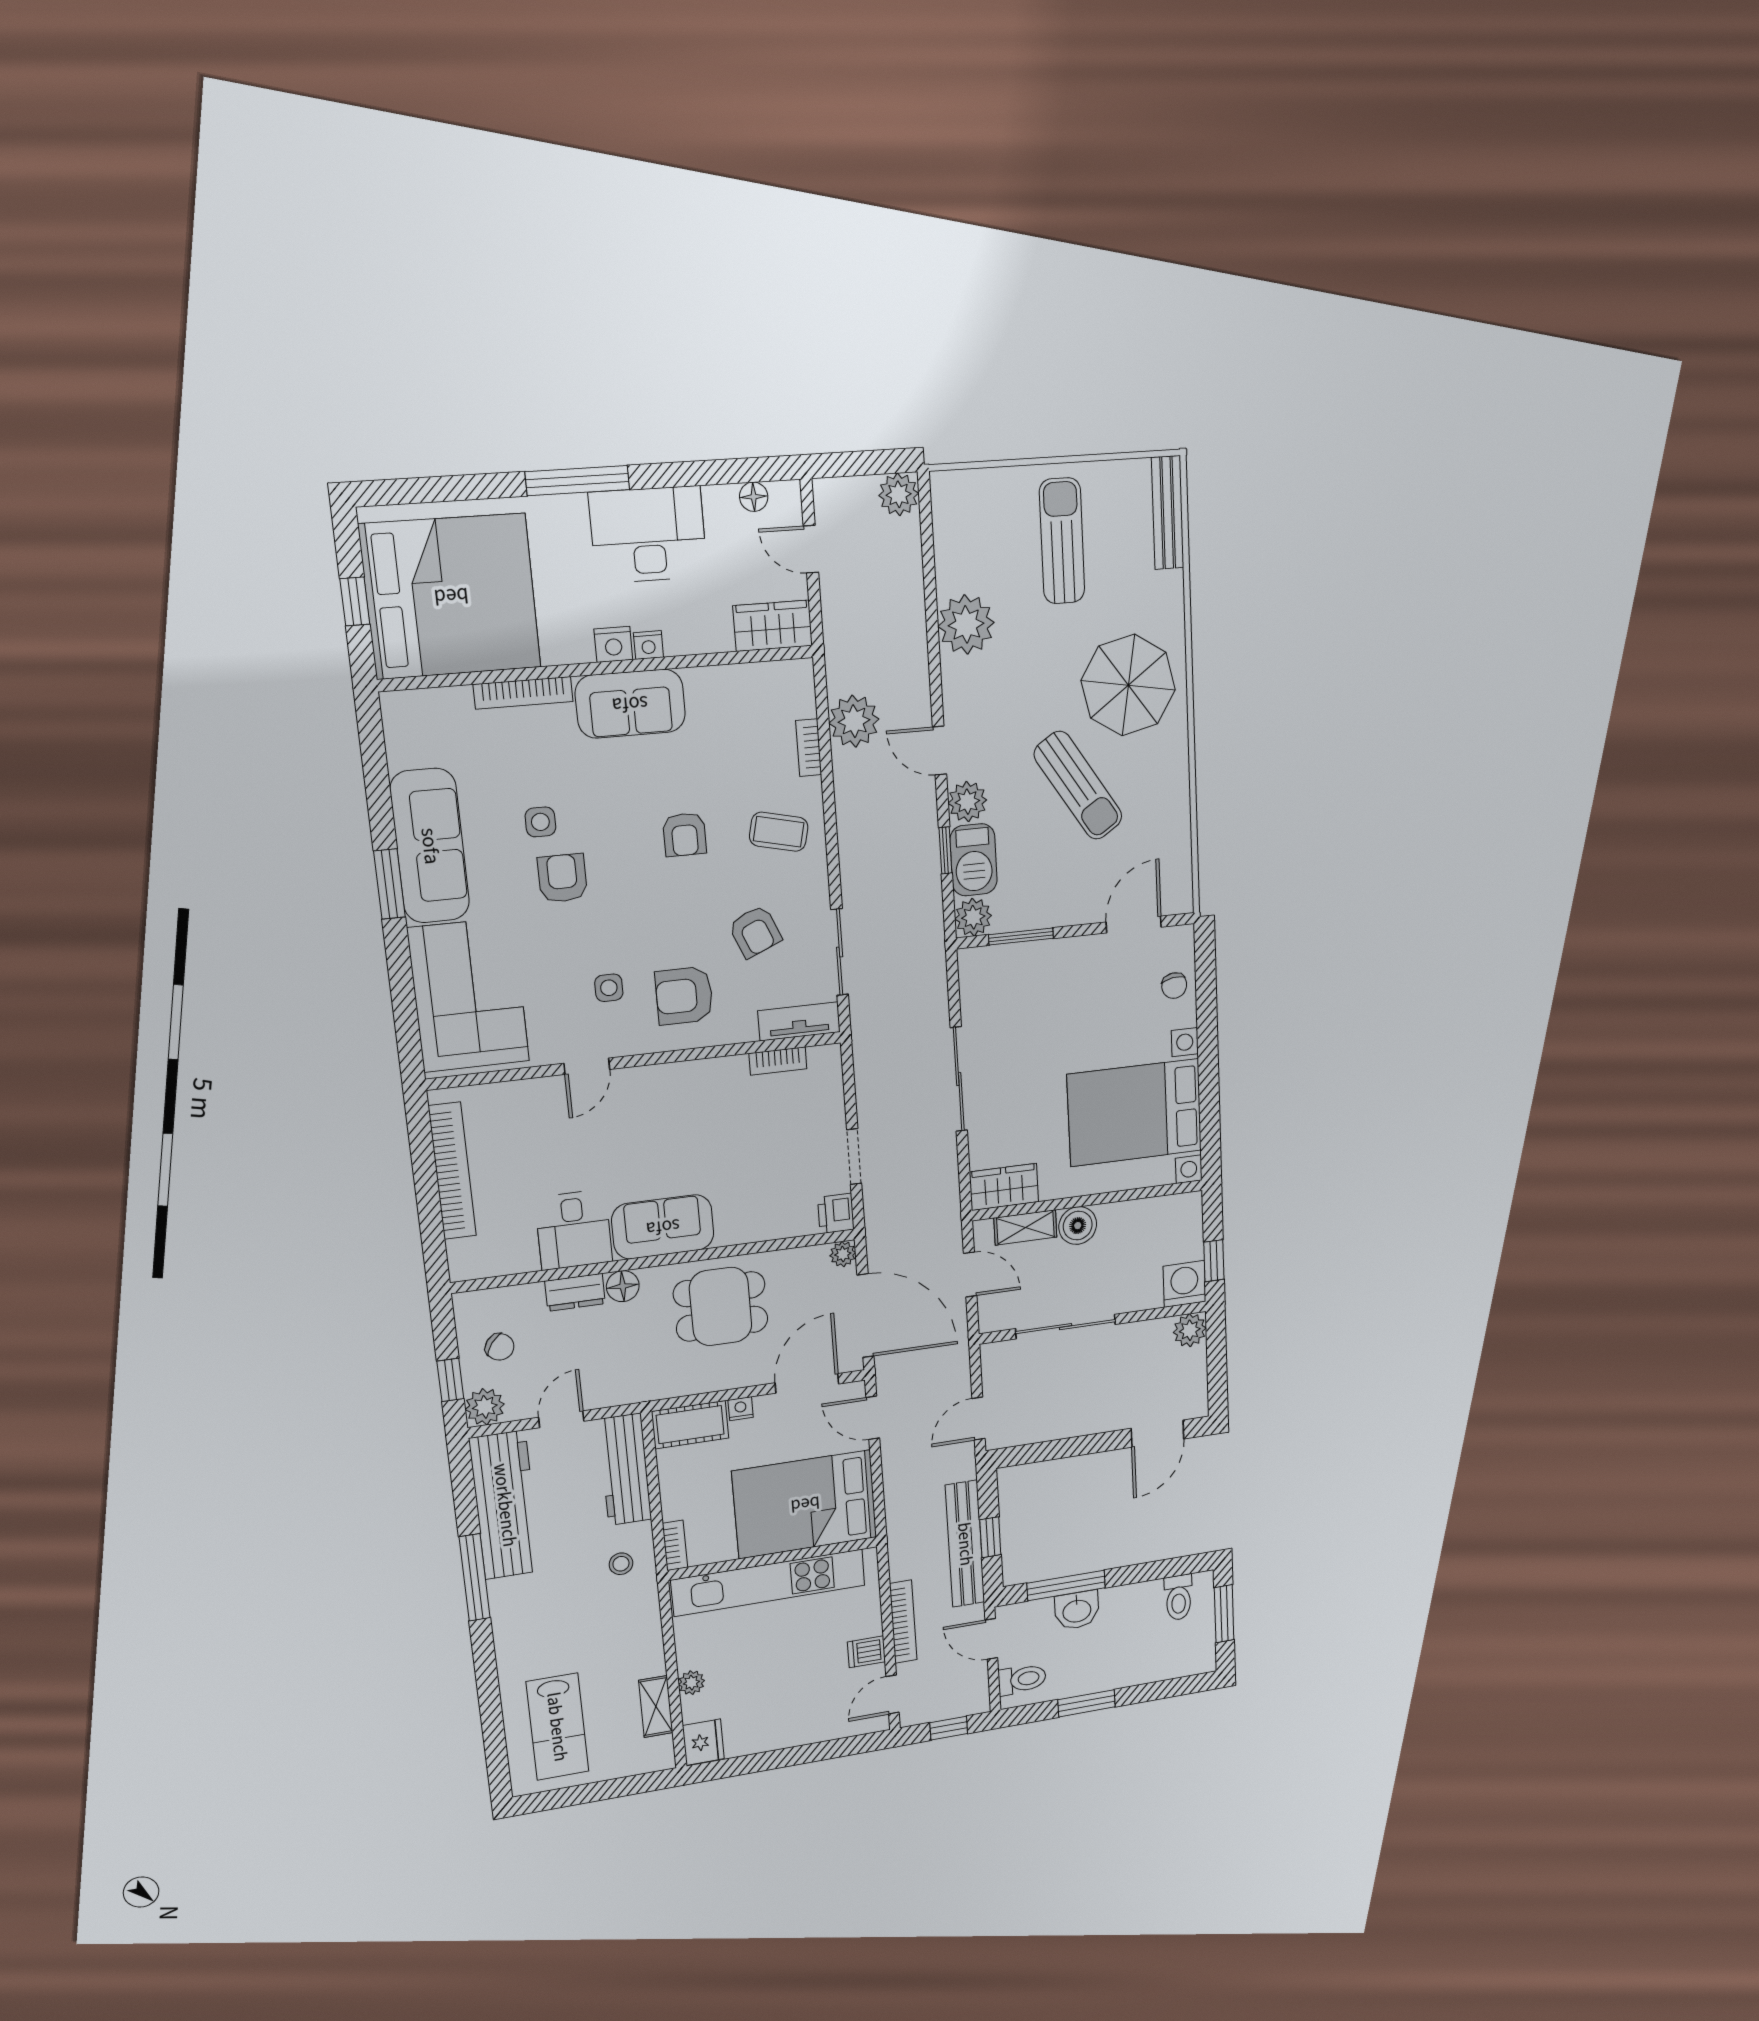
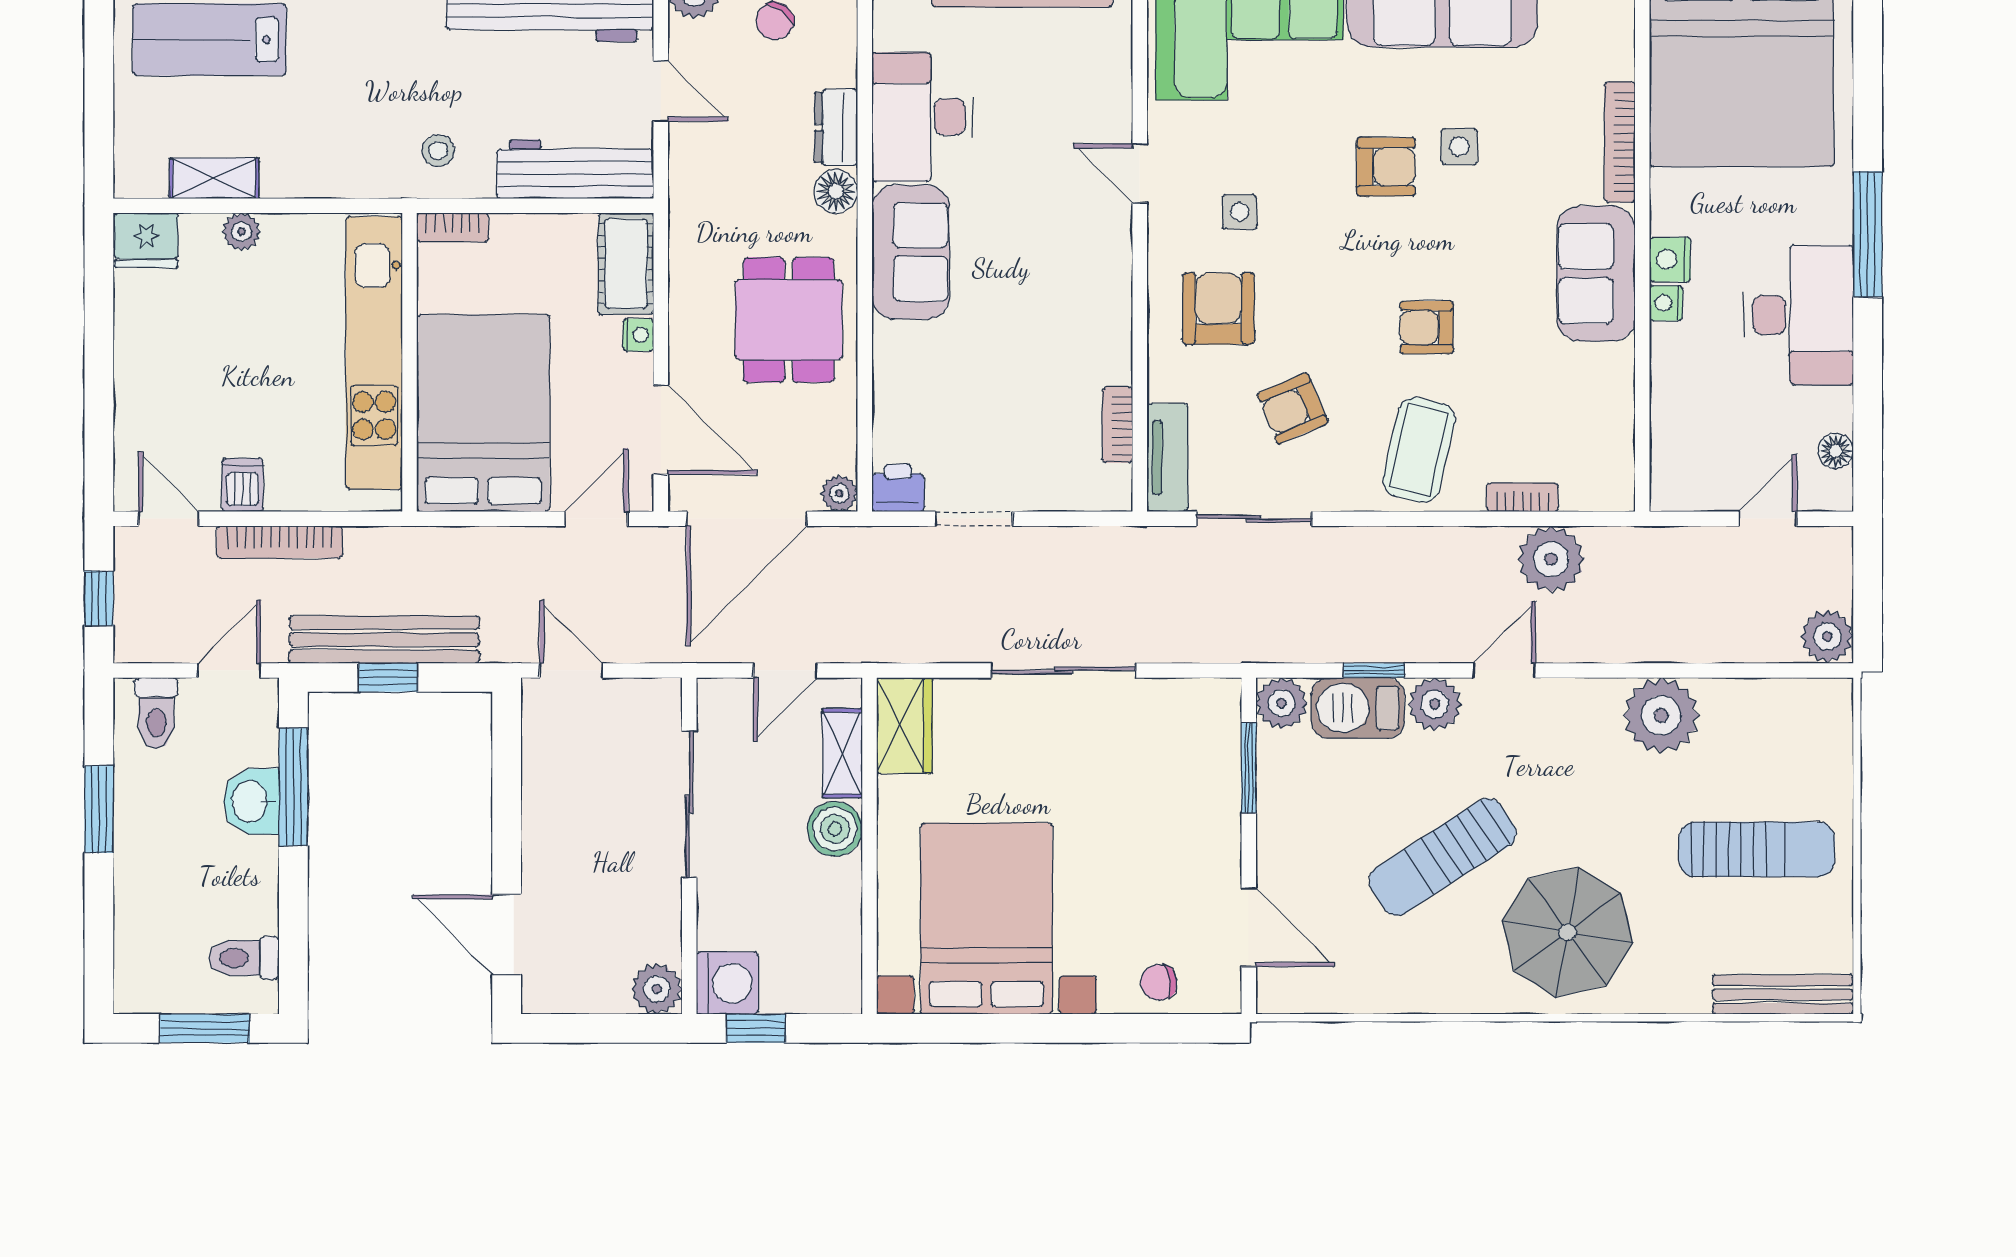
wardrobe: (773, 626) -> (1678, 463), removed
coffee table: (779, 832) -> (1419, 450), width x1.36, depth x1.30
desk: (574, 1230) -> (922, 117), width x1.37

